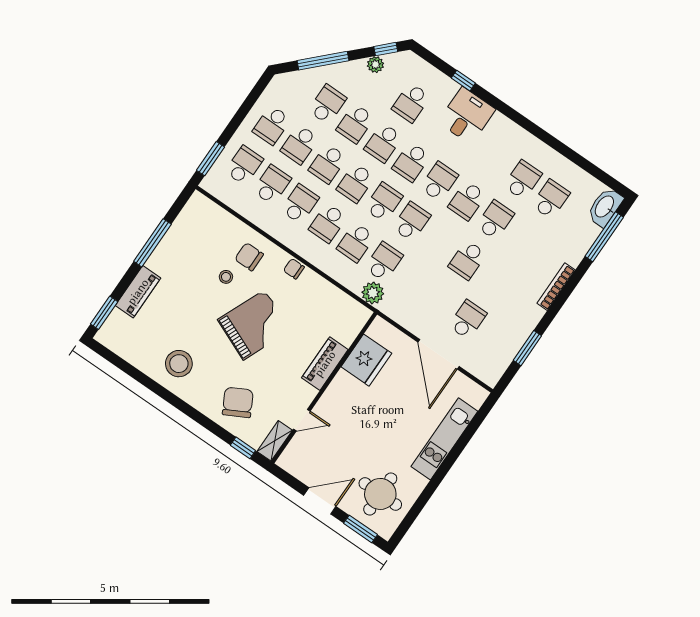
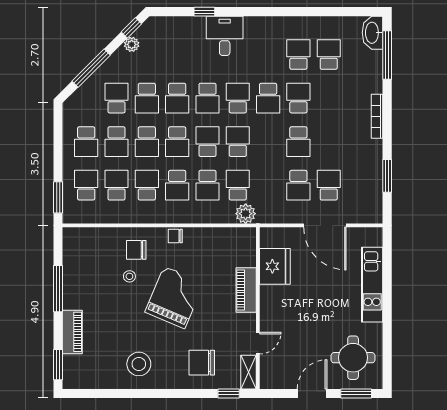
school desk: (411, 103) -> (298, 185), moved
chair: (238, 402) -> (202, 363), turned -62

